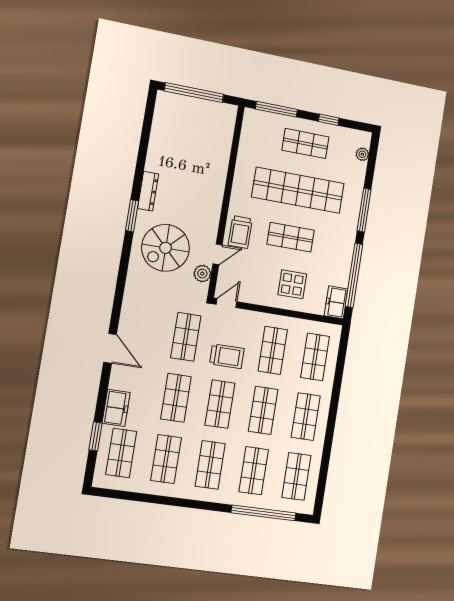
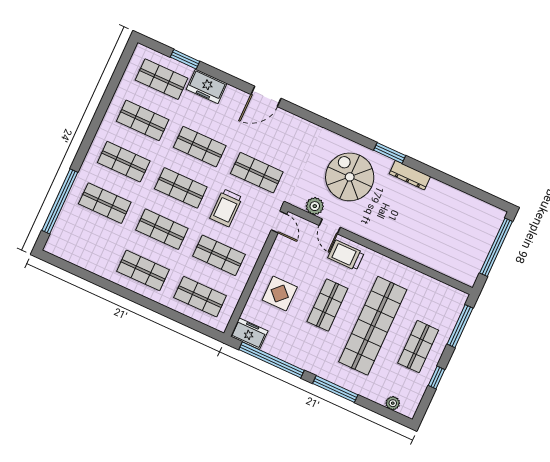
shop shelf: (296, 476) -> (86, 244), removed

